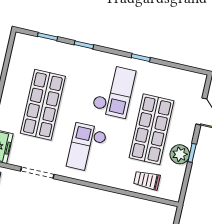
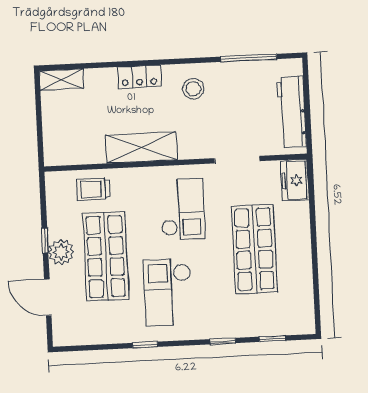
plant: (180, 154) -> (61, 252), moved
trolley: (147, 180) -> (93, 189), turned 180
shelving: (104, 201) -> (141, 148), added

